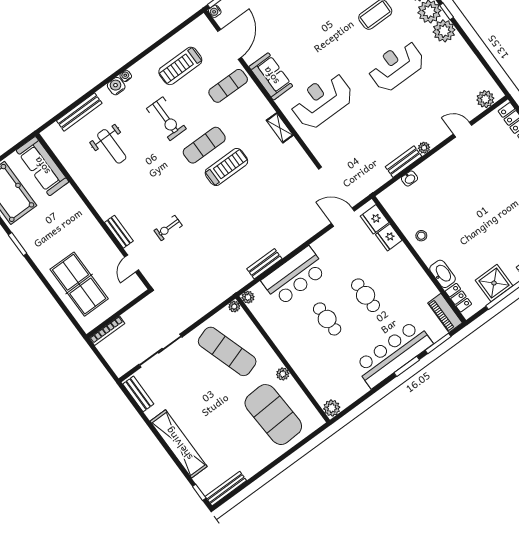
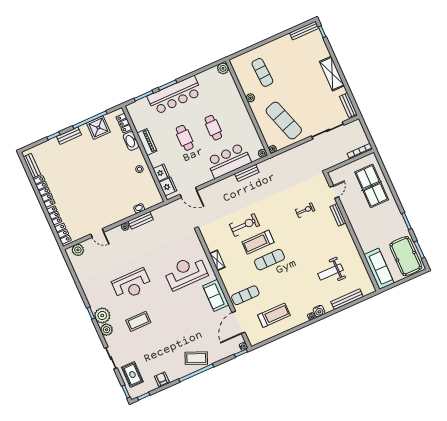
plant: (444, 31) -> (95, 301), removed
reception desk: (322, 100) -> (186, 272), turned 180
exercise bike: (166, 119) -> (245, 225), moved, turned 90
weight bench: (112, 146) -> (331, 272), turned -90
piano: (445, 313) -> (147, 142), moved
exercise mat: (273, 415) -> (262, 72), width x0.50, depth x0.69
shelving: (179, 444) -> (332, 74), width x0.68

